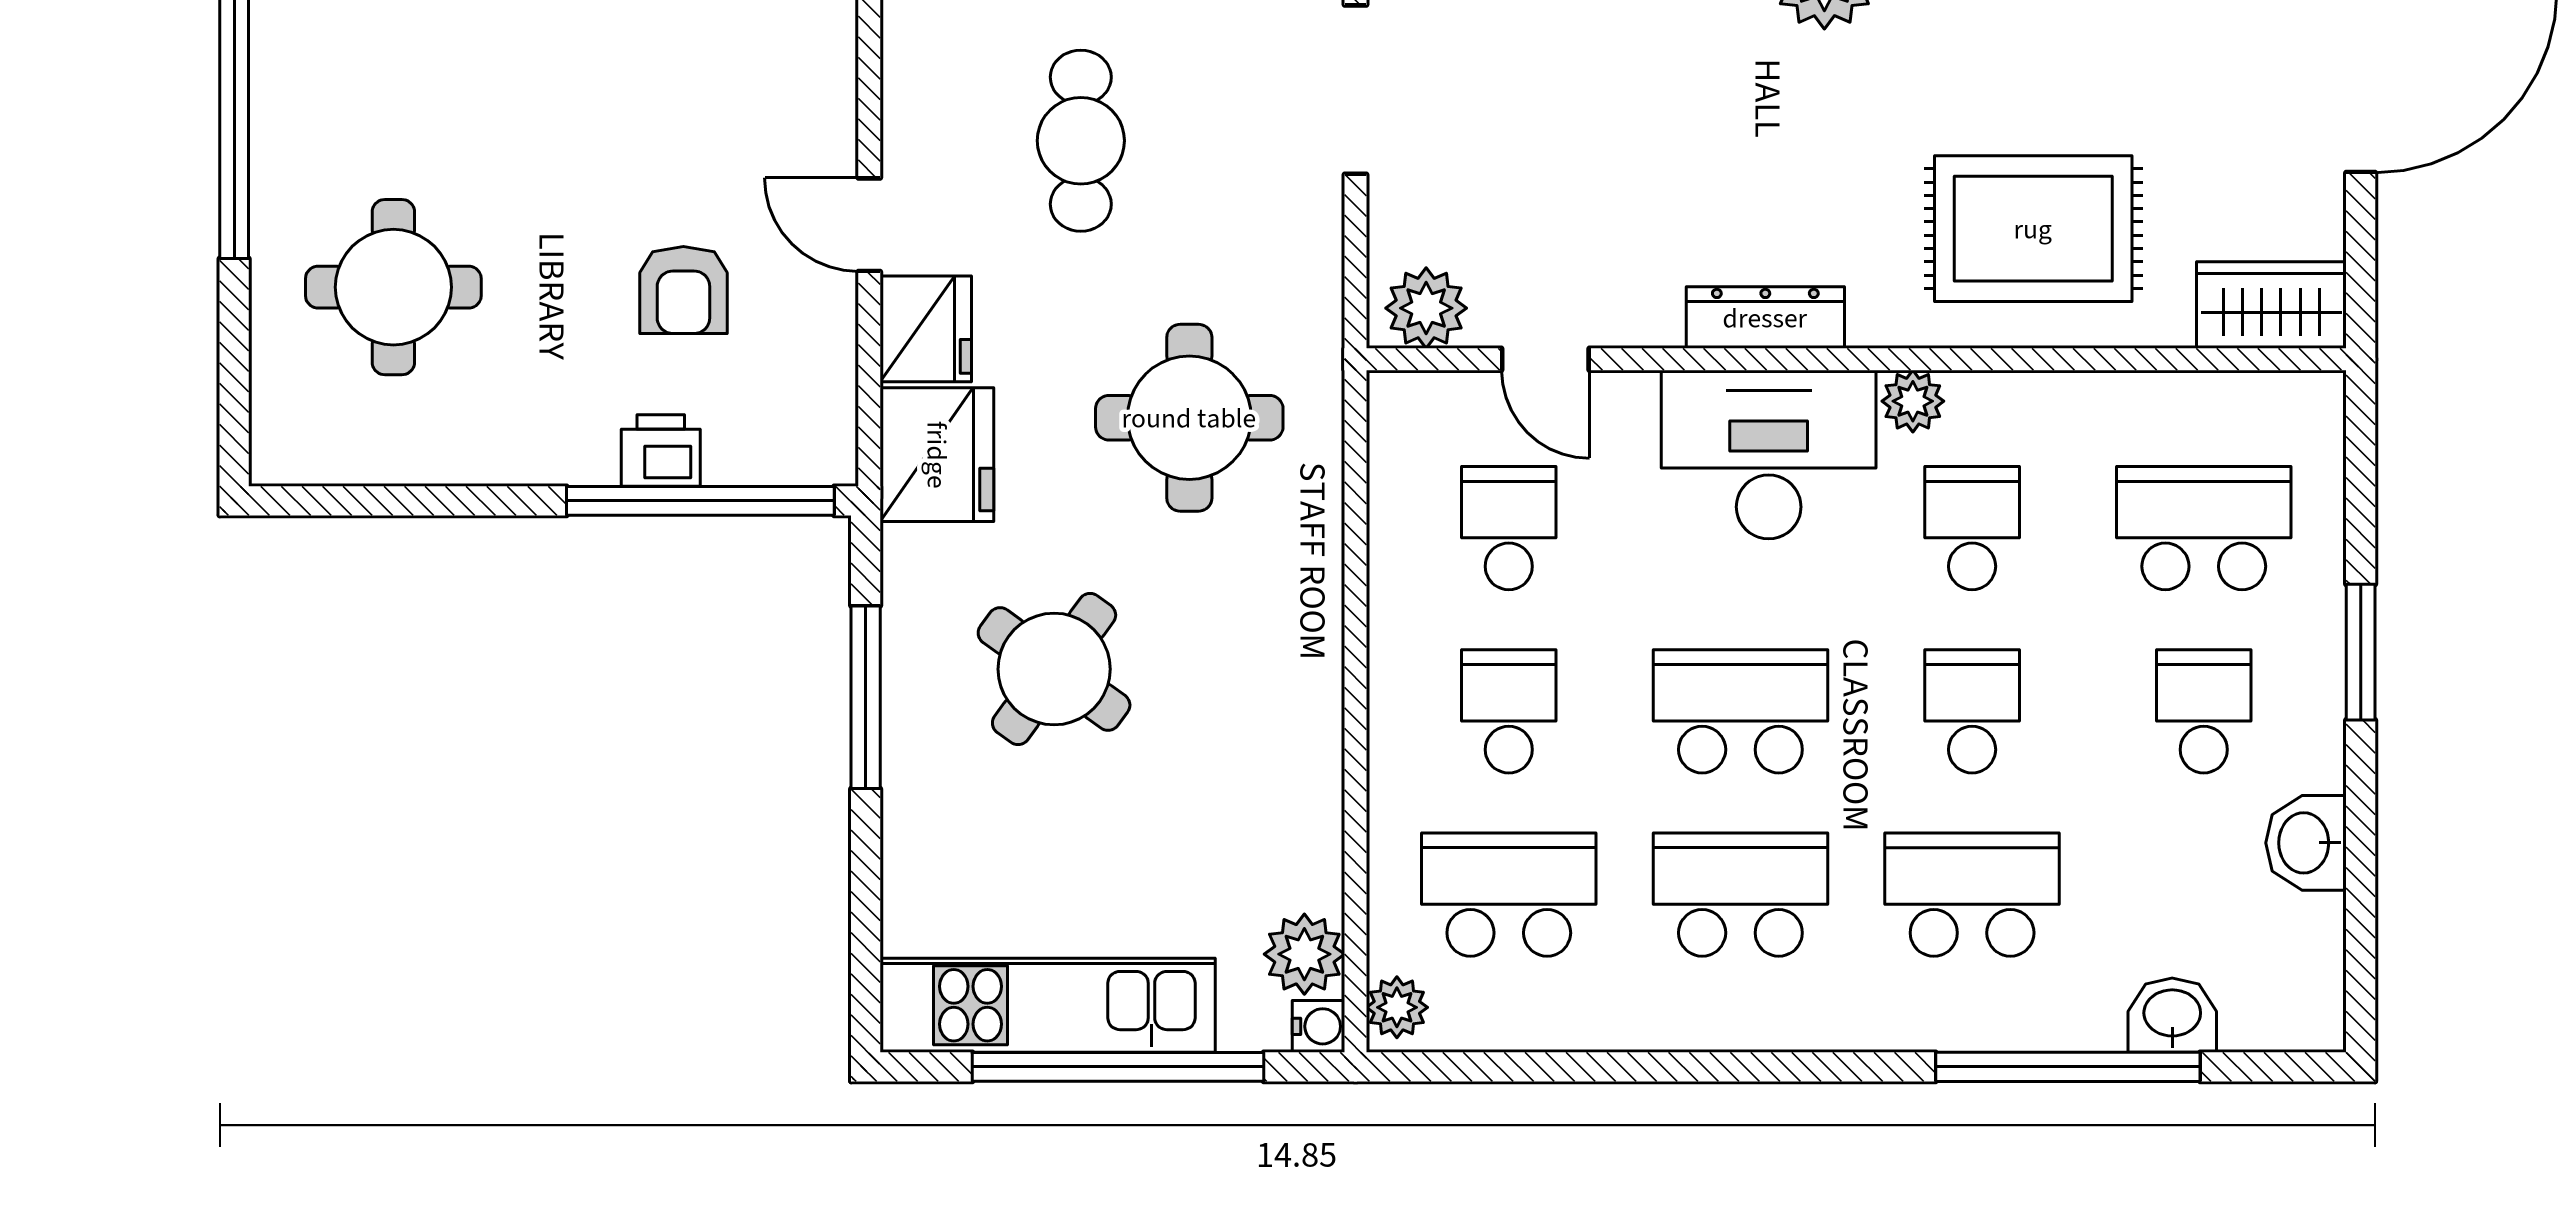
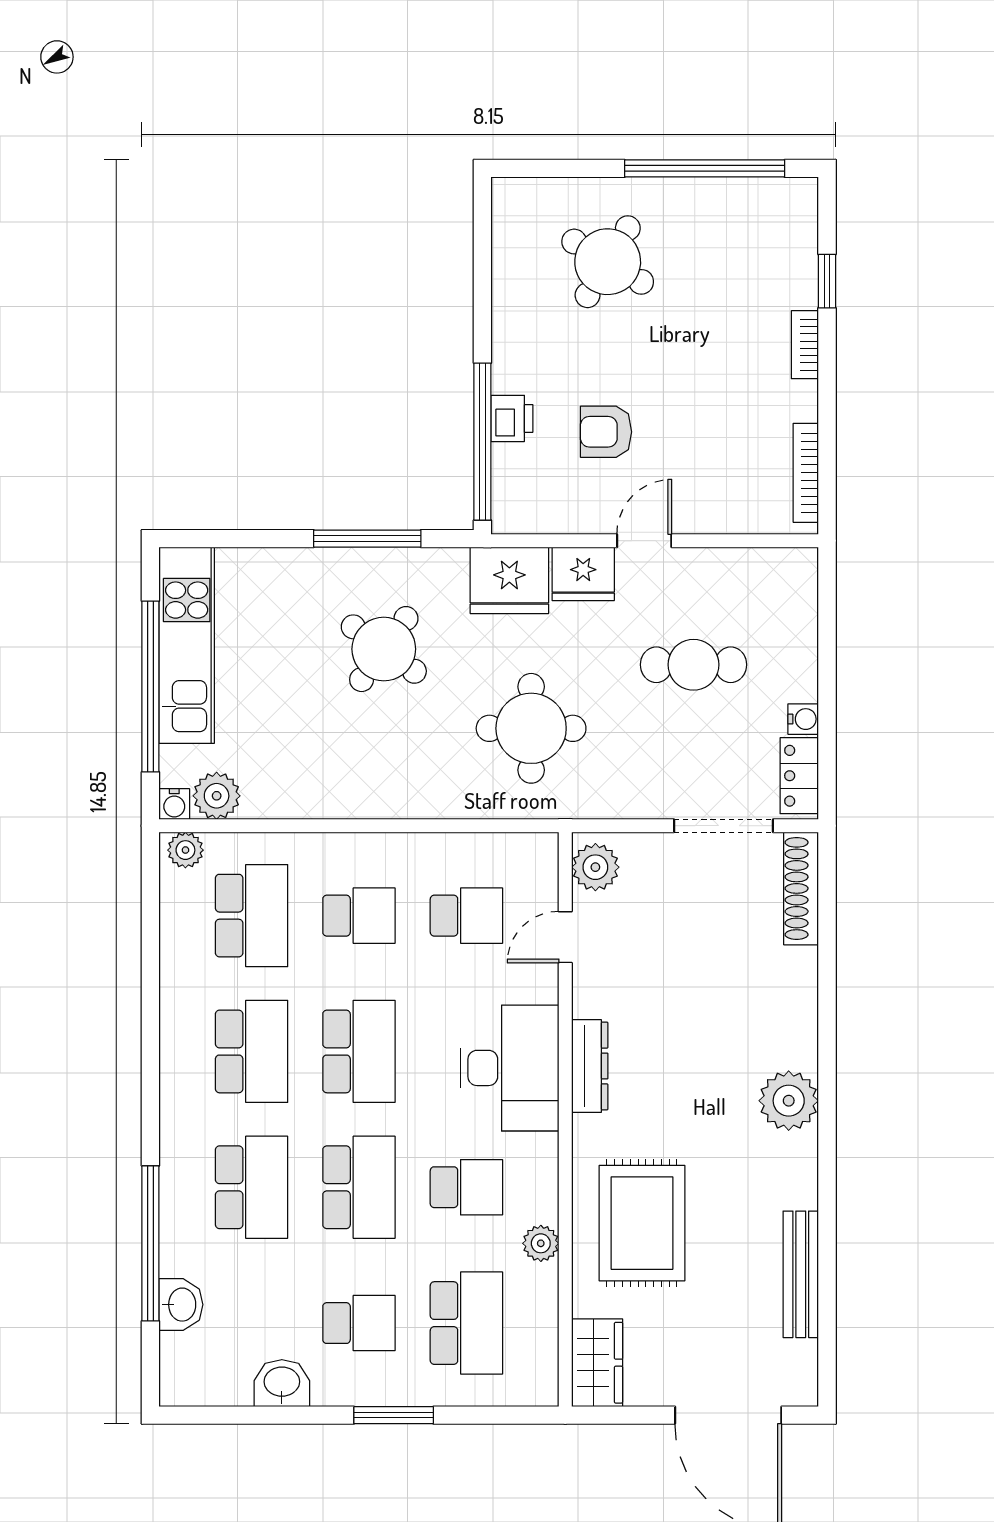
round table: (393, 287) -> (608, 262), turned 31
plant: (1913, 401) -> (541, 1243), moved
school desk: (1972, 711) -> (359, 1187), width x1.85

